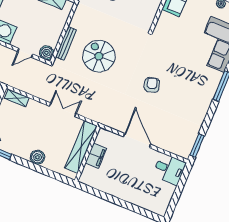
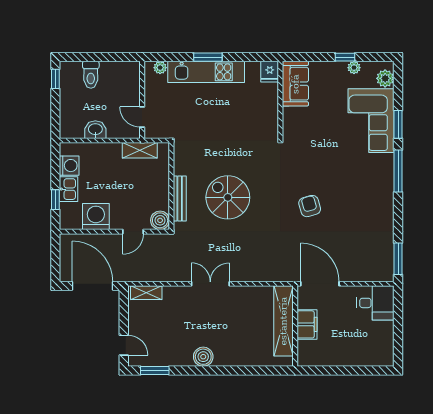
shelving: (81, 147) -> (283, 321), moved
wall: (87, 154) -> (295, 326), moved
filing cabinet: (96, 156) -> (307, 324), moved

